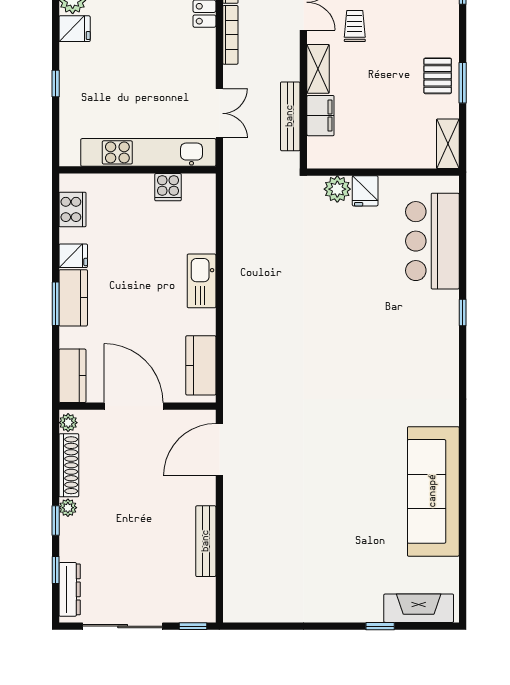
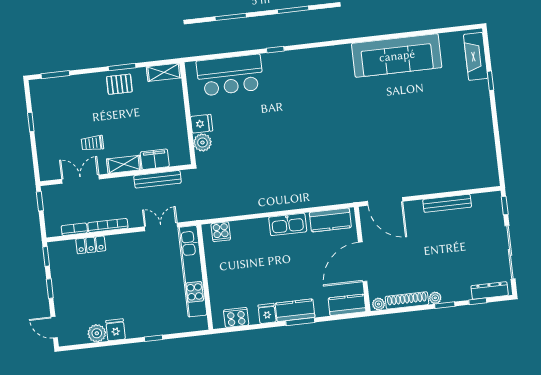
cooker: (168, 187) -> (221, 232), moved, turned 90
kitchen sink: (202, 281) -> (288, 224), moved

